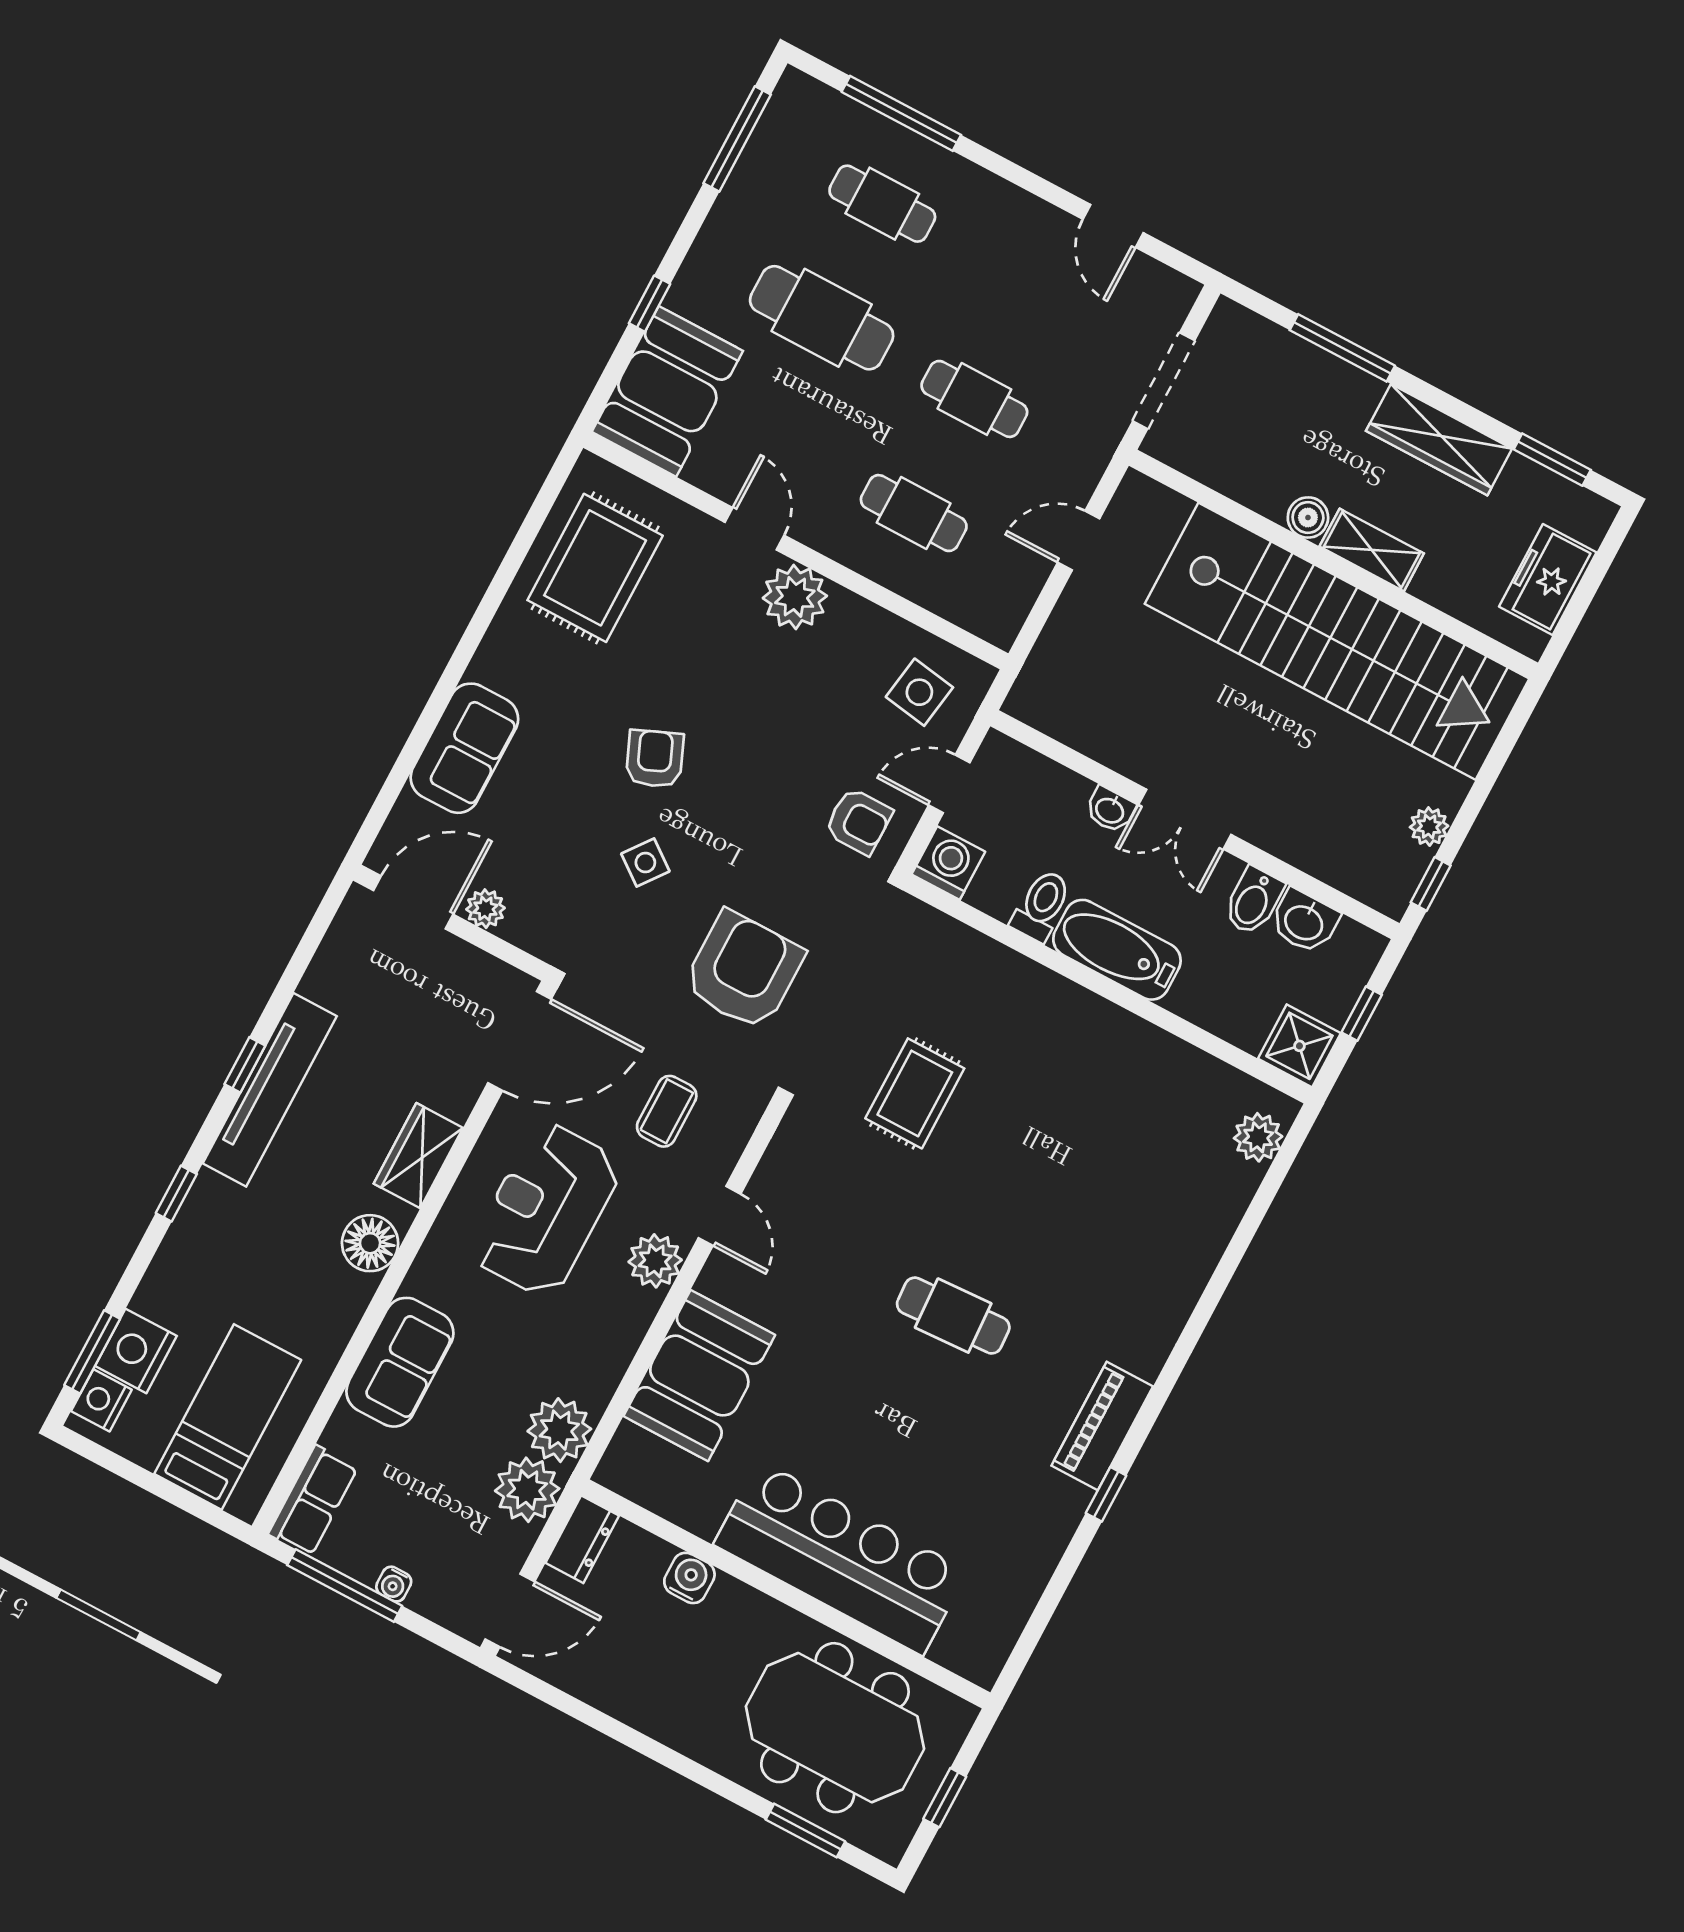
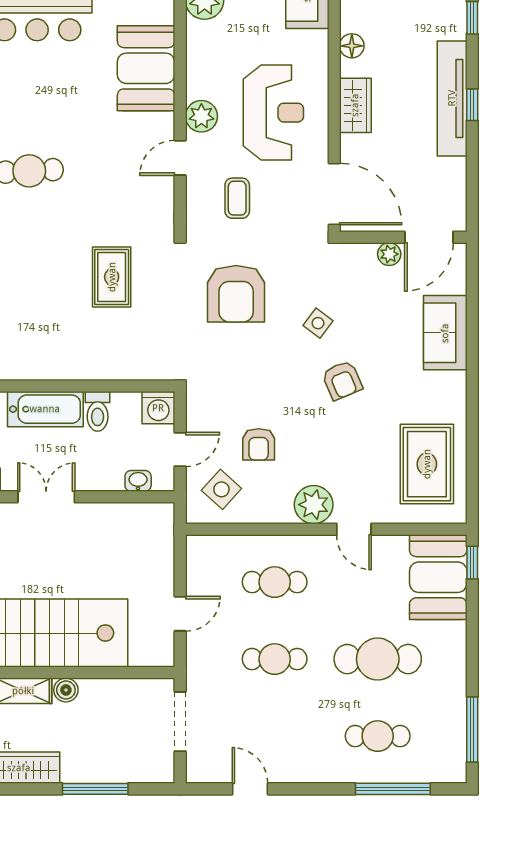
window: (650, 304) -> (472, 563), moved
side table: (919, 692) -> (221, 489), turned 33
washbasin: (1110, 810) -> (138, 481), moved
armchair: (859, 821) -> (259, 444), moved, turned -90
door: (520, 1041) -> (334, 194), swing flipped
door: (720, 1216) -> (180, 158), hinge flipped
floor lamp: (370, 1243) -> (352, 46), width x0.73, depth x0.73

